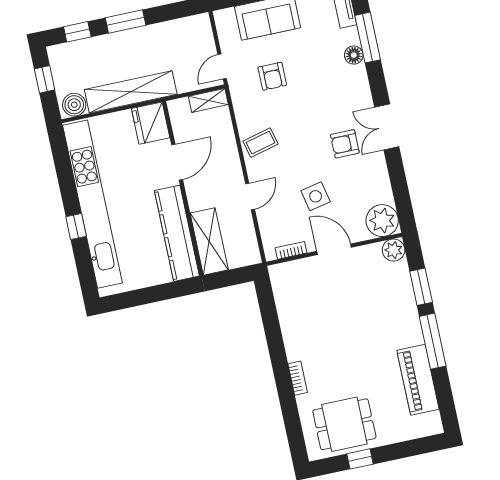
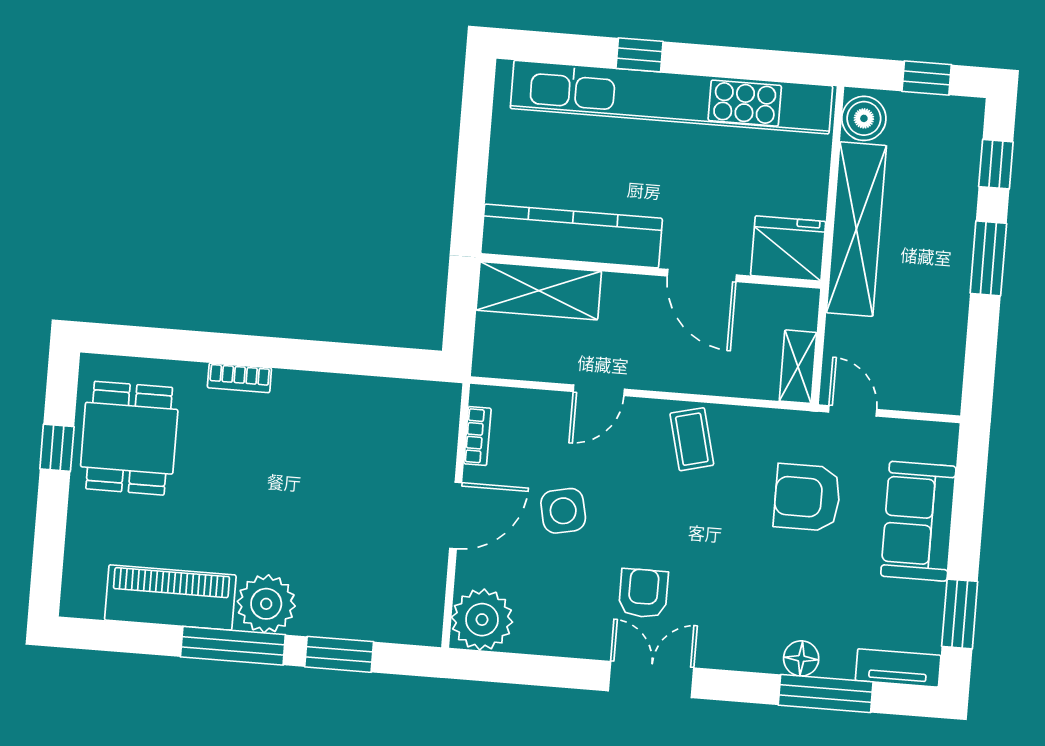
armchair: (272, 76) -> (807, 497), width x1.38, depth x1.38
door: (250, 197) -> (599, 390), hinge flipped
plant: (394, 250) -> (266, 604), moved, width x1.36, depth x1.36

